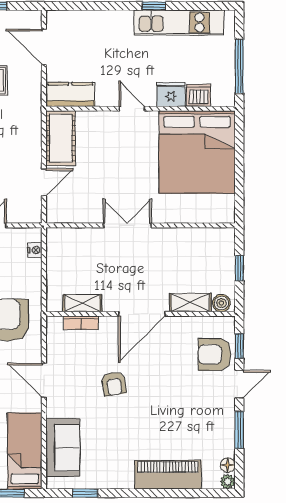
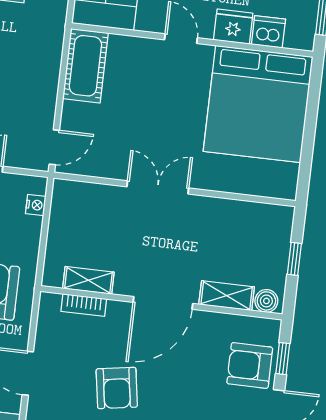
door: (44, 182) -> (54, 147), moved
armchair: (114, 384) -> (117, 388), width x1.38, depth x1.38

